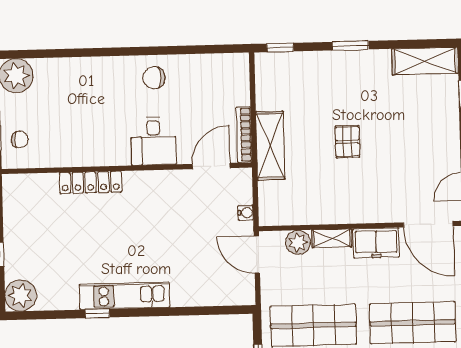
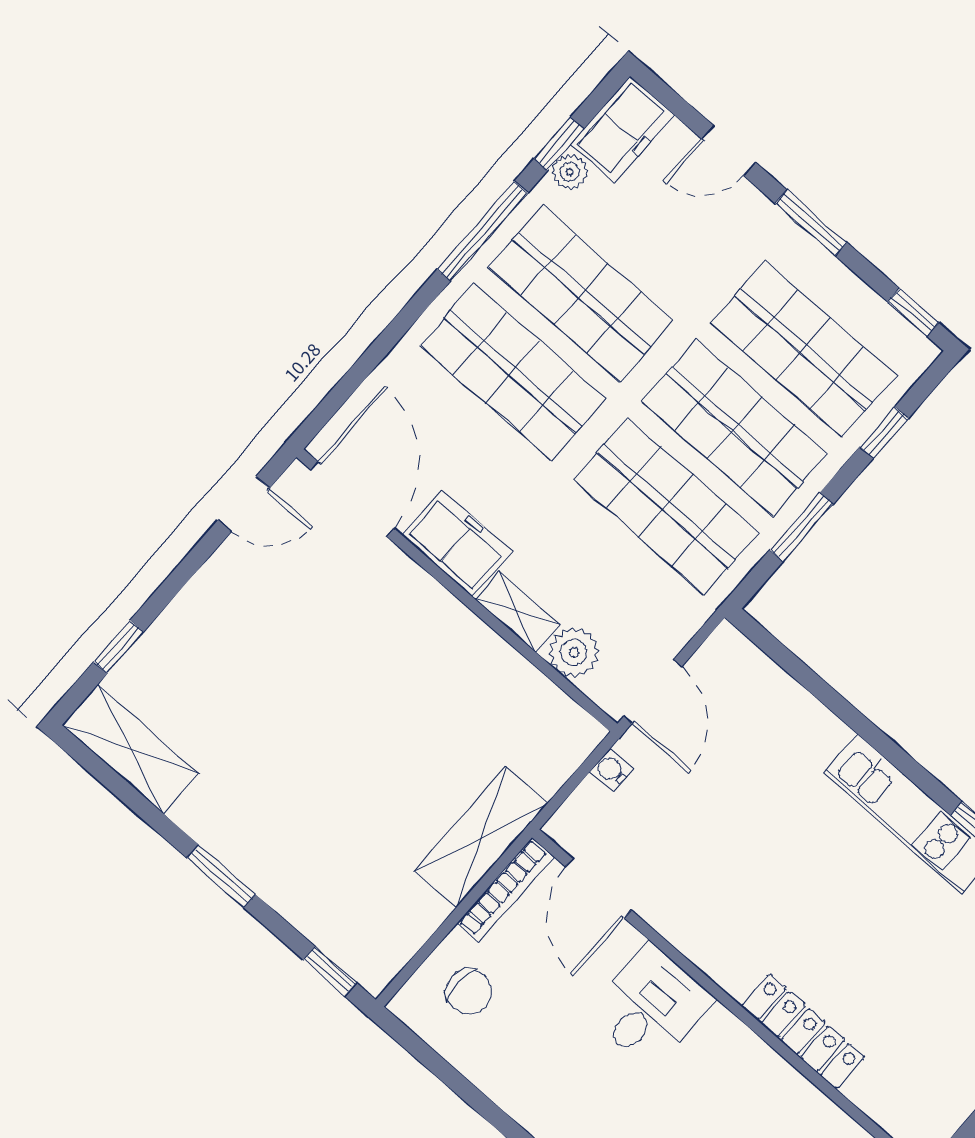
chair: (154, 78) -> (468, 991), moved
pallet: (347, 142) -> (359, 736), removed
door: (211, 166) -> (598, 888), hinge flipped

